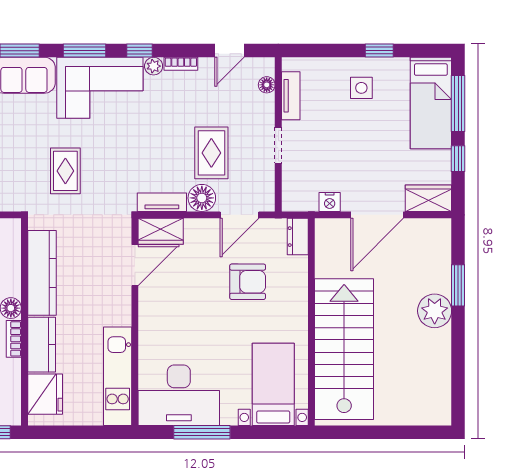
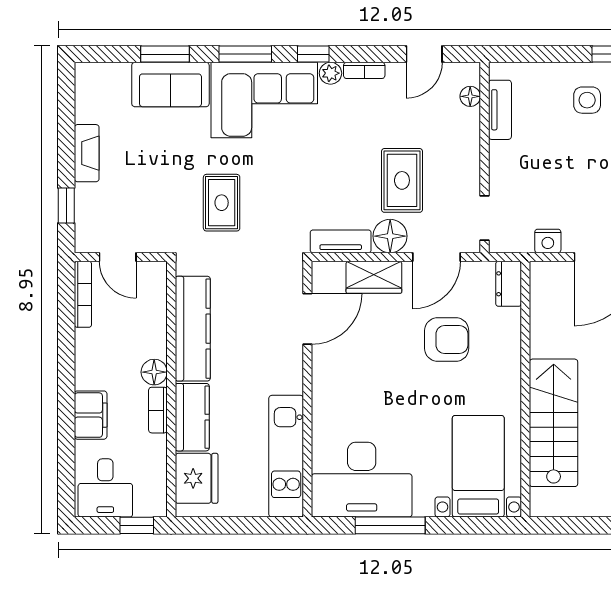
doorway: (278, 145) -> (484, 218), moved
wardrobe: (161, 231) -> (374, 277), moved
stairs: (344, 349) -> (554, 423), width x0.73, depth x0.66

